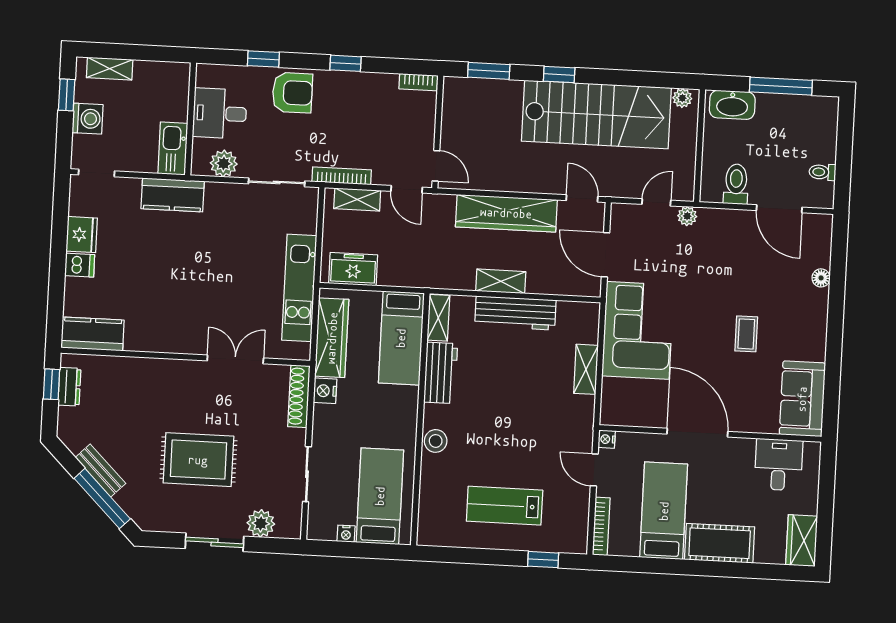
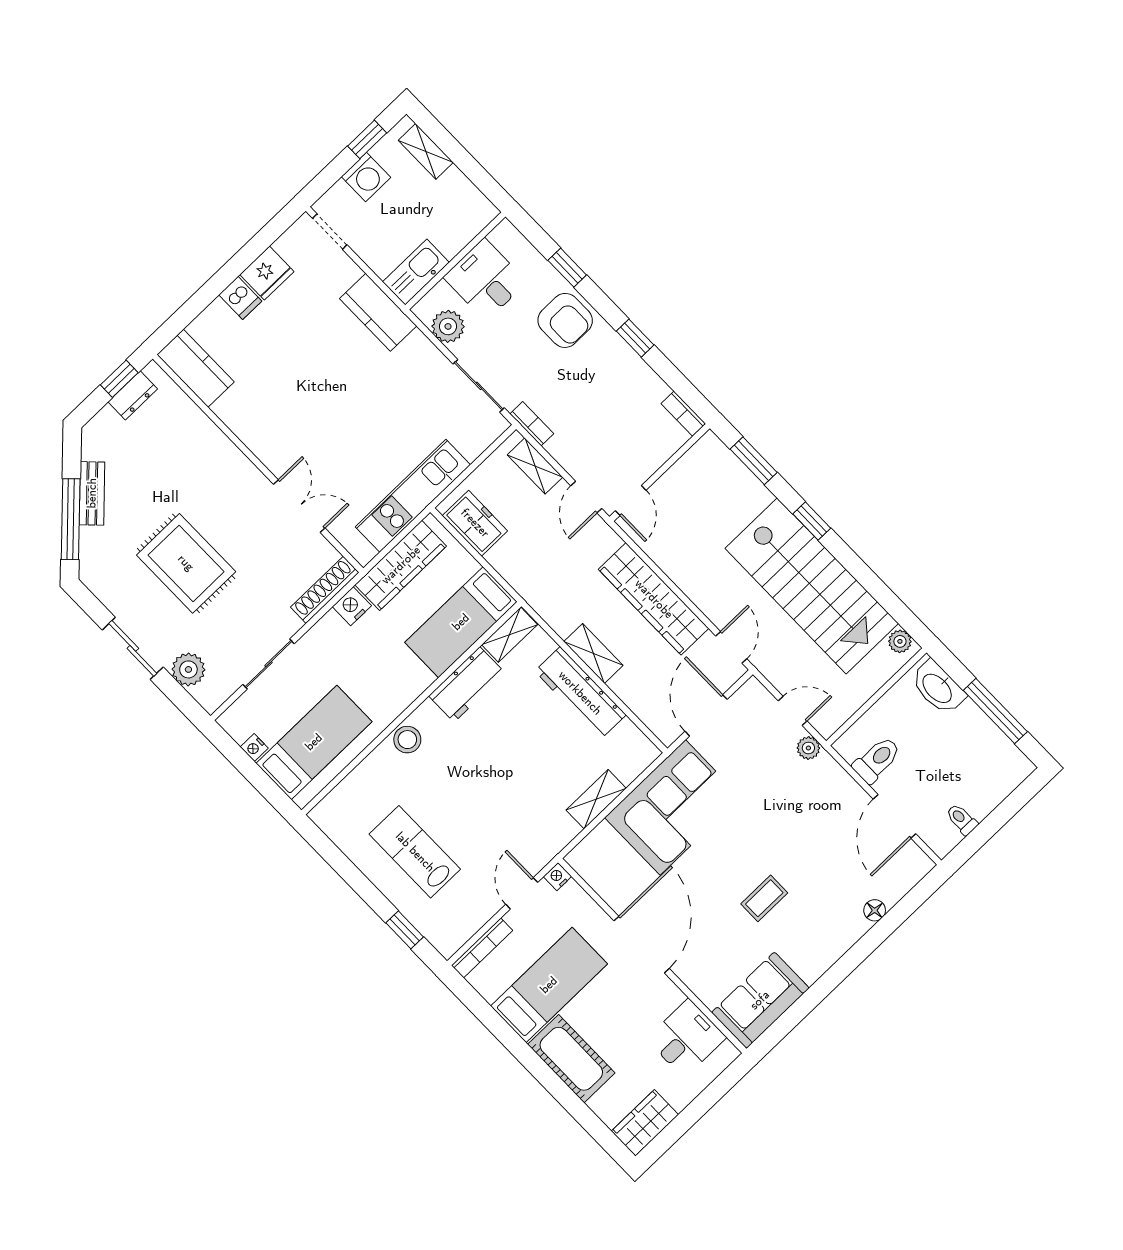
bookcase: (342, 176) -> (532, 424), width x0.64

